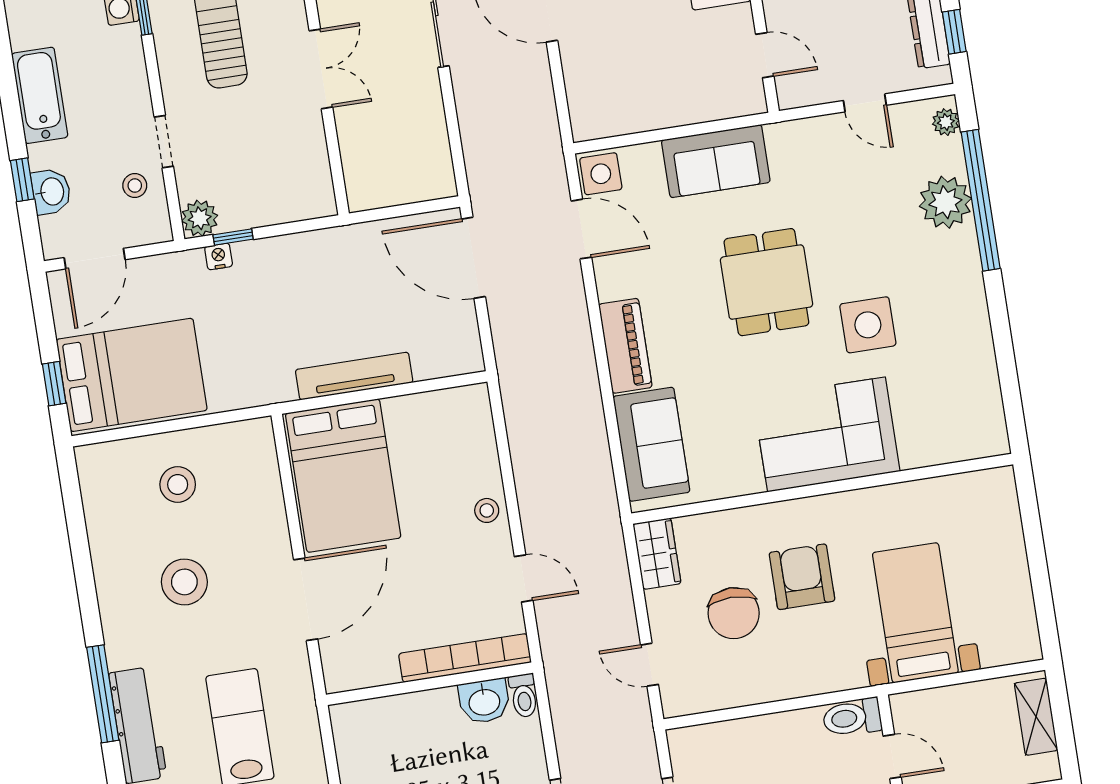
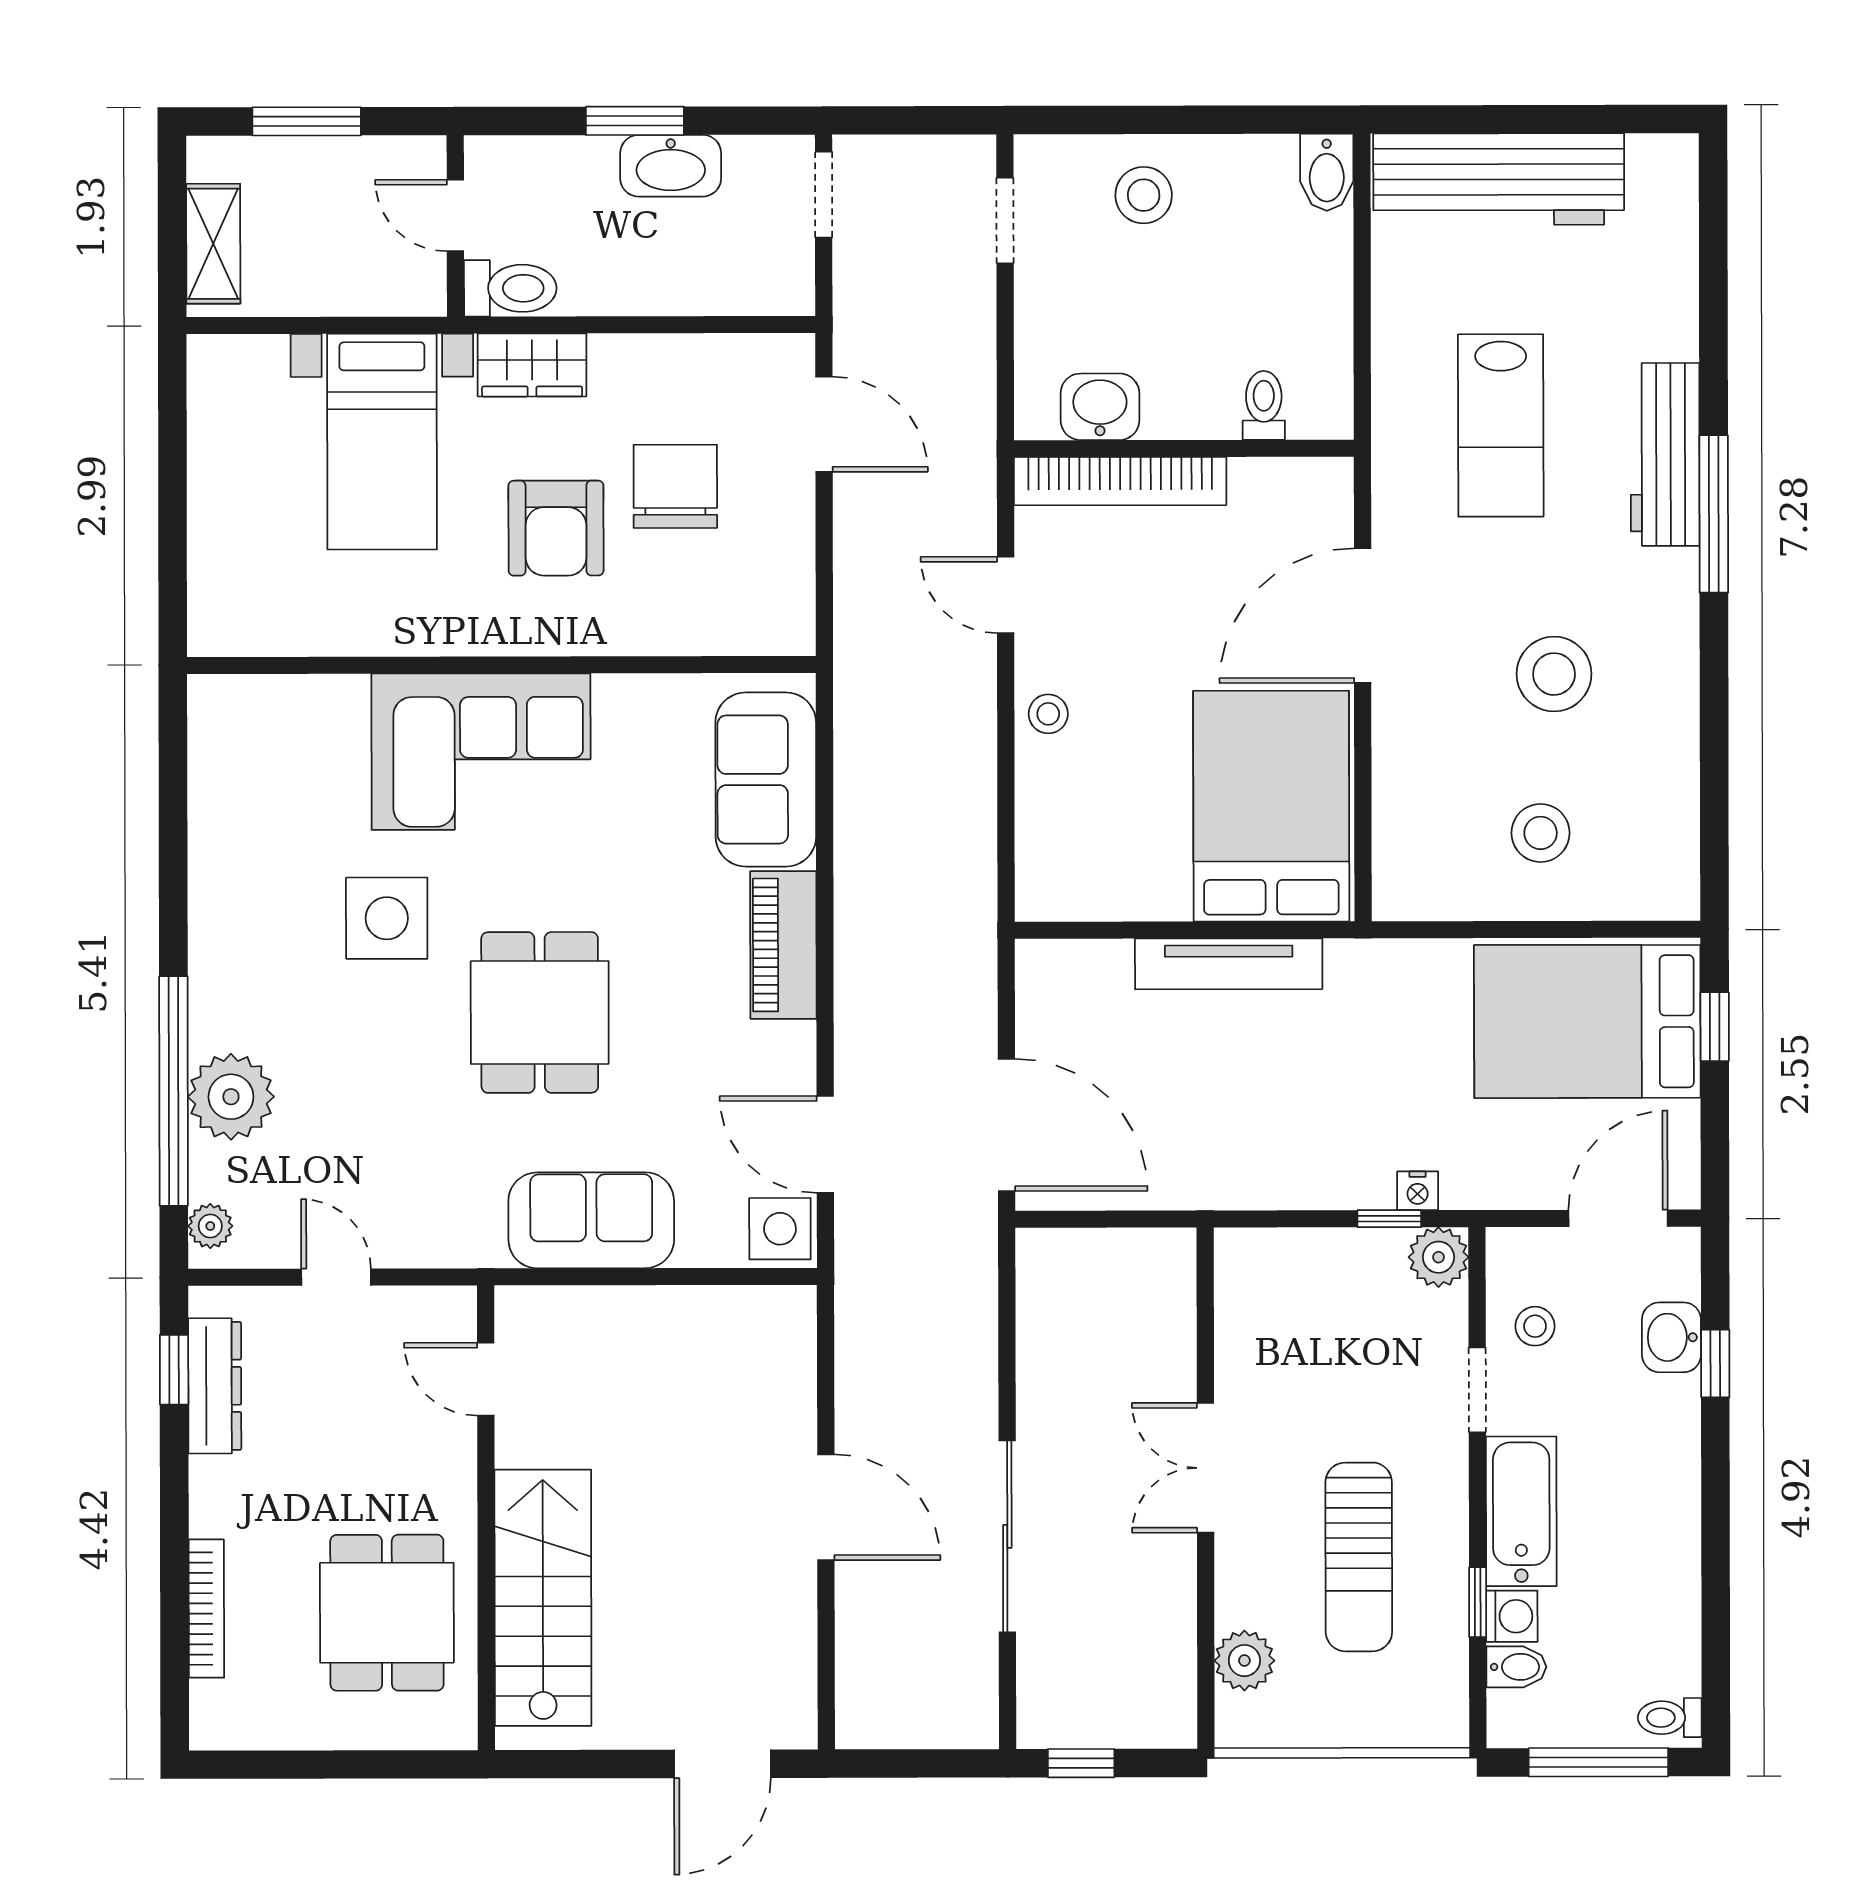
bathtub: (40, 95) -> (1521, 1511), moved, turned 180
wardrobe: (657, 554) -> (532, 365), moved, turned -90
door: (650, 665) -> (824, 424), width x1.38
toilet: (524, 696) -> (1264, 405), moved

